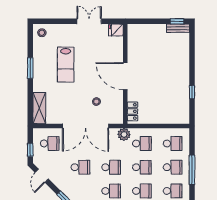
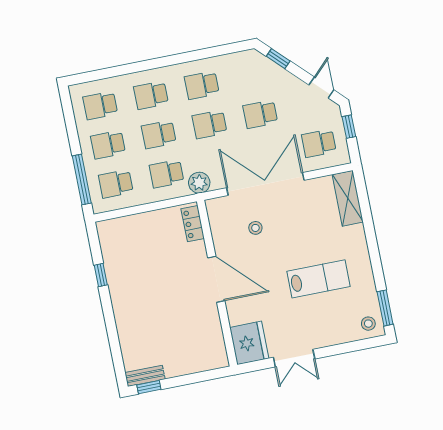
fridge: (116, 30) -> (249, 343), width x1.88, depth x1.34
lab bench: (66, 65) -> (318, 279), turned 90
window: (30, 68) -> (385, 308), moved
window: (192, 170) -> (82, 180), moved

